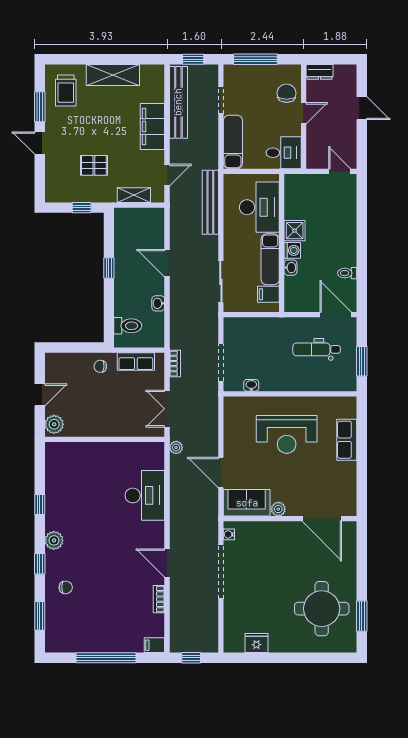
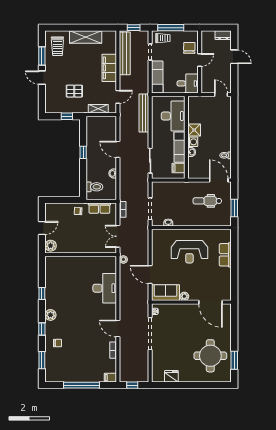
dresser: (319, 72) -> (223, 35), moved
trolley: (242, 77) -> (163, 38), added

